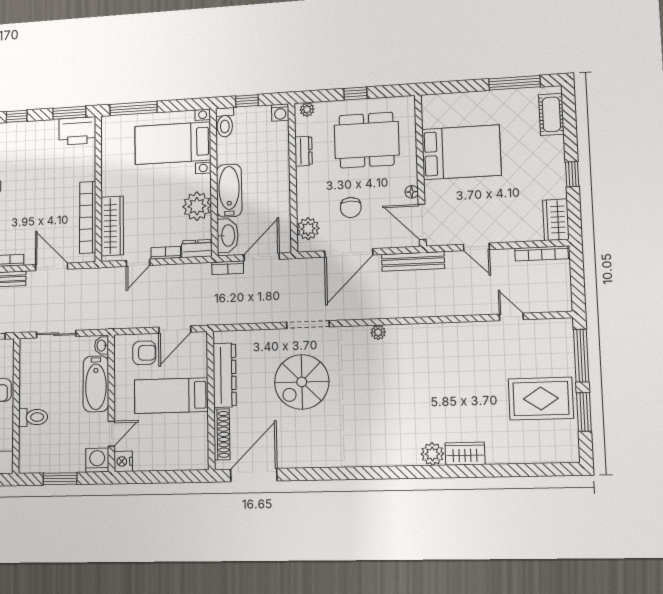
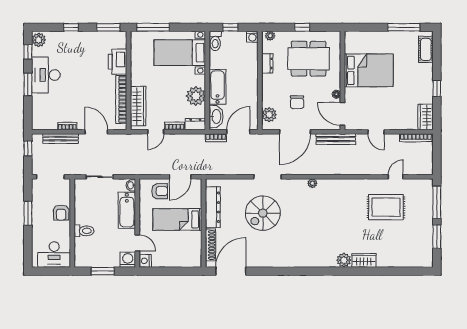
printer: (77, 131) -> (118, 62), moved, turned 90
door: (511, 317) -> (396, 177), hinge flipped
rug: (541, 399) -> (386, 207), moved
door: (111, 434) -> (137, 243), hinge flipped

